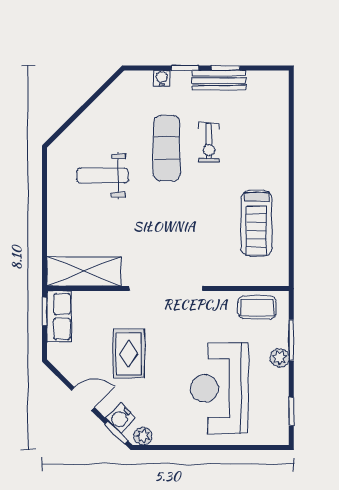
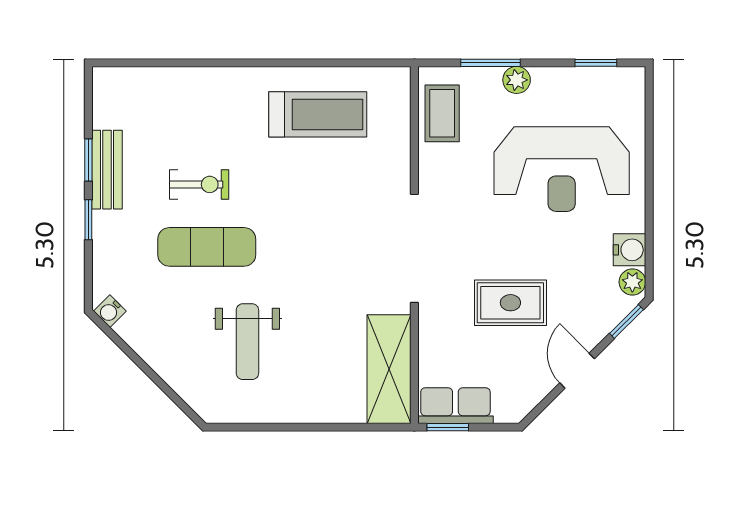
water cooler: (162, 78) -> (110, 311), moved, turned -45
water cooler: (121, 418) -> (629, 250), moved, turned -45

